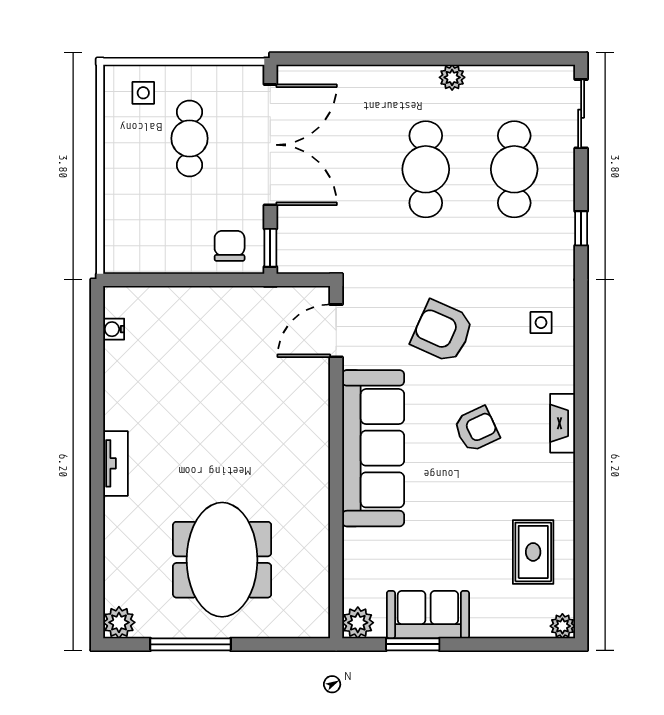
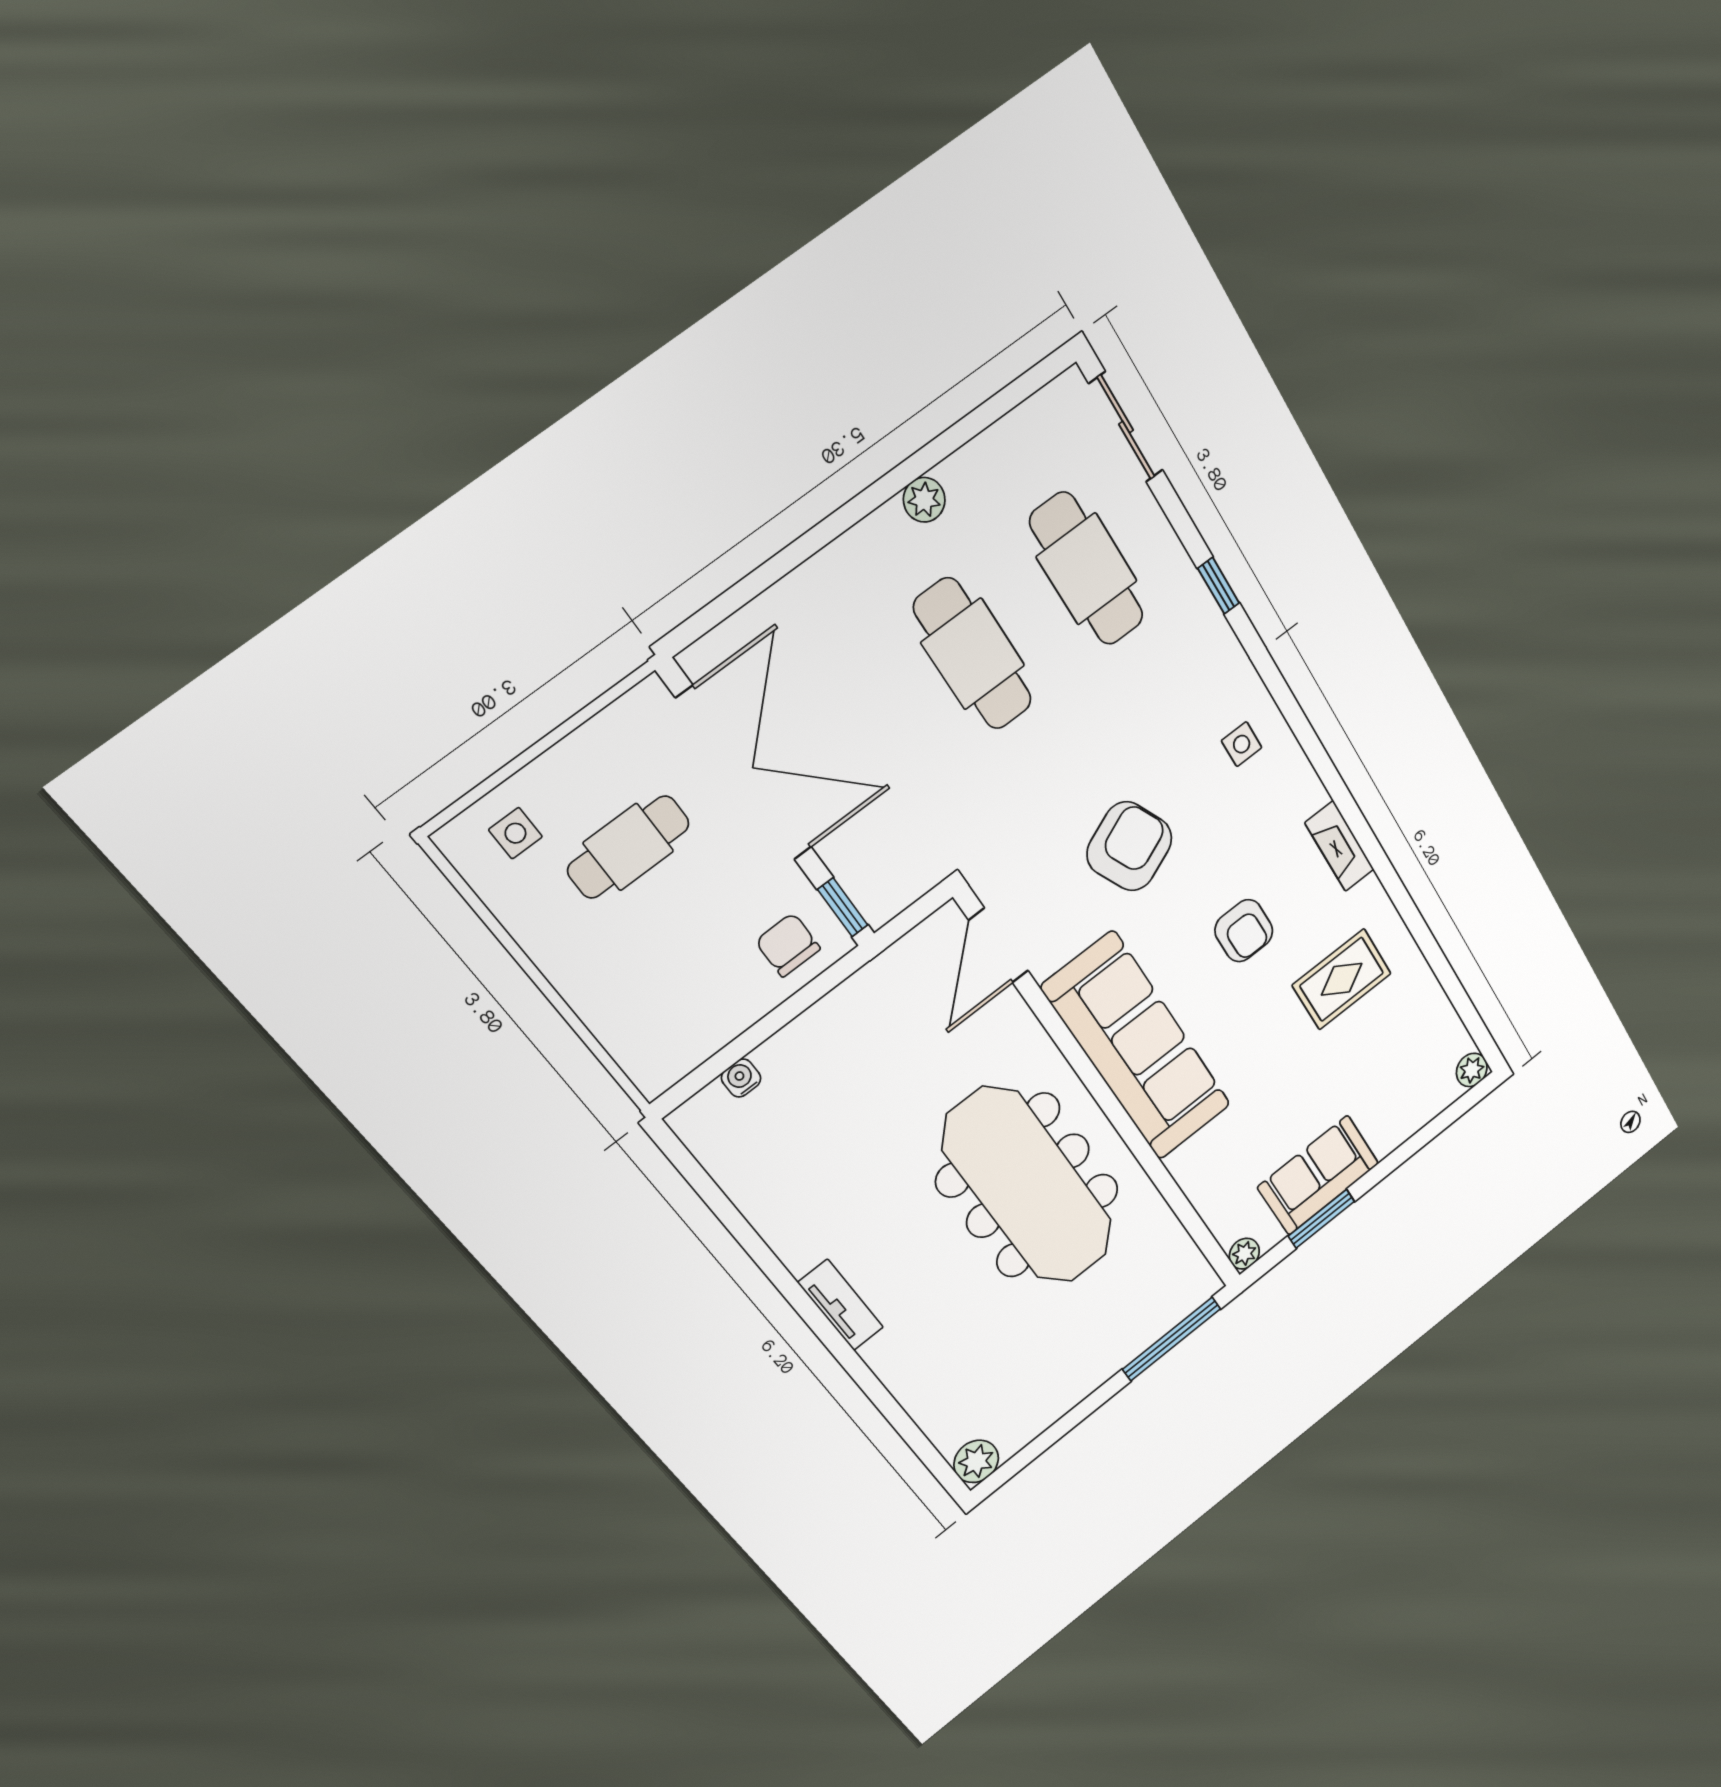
cafe table: (190, 138) -> (628, 847), turned 90
water cooler: (114, 329) -> (741, 1078), moved, turned 90
armchair: (442, 331) -> (1129, 846), turned 132
armchair: (476, 429) -> (1244, 931), turned 115
rug: (533, 552) -> (1342, 979), moved, turned 90
meeting table: (222, 560) -> (1028, 1186), moved, width x1.36
plant: (358, 623) -> (1244, 1254), width x0.73, depth x0.73
window: (190, 644) -> (1172, 1339), moved

